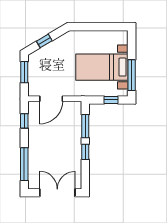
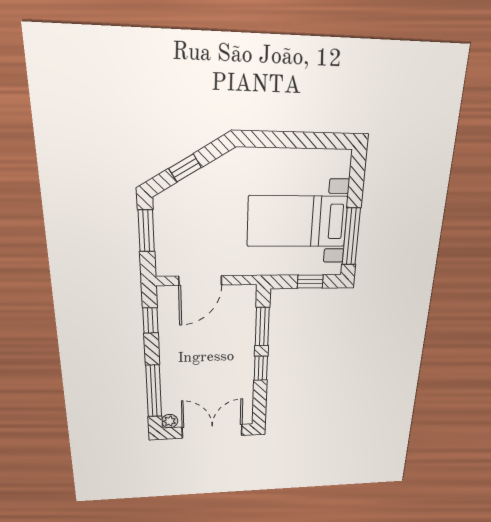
plant: (33, 184) -> (170, 421), added

